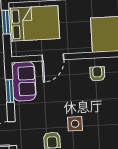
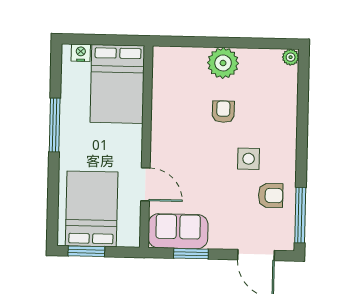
armchair: (97, 74) -> (223, 112), moved, turned 90

